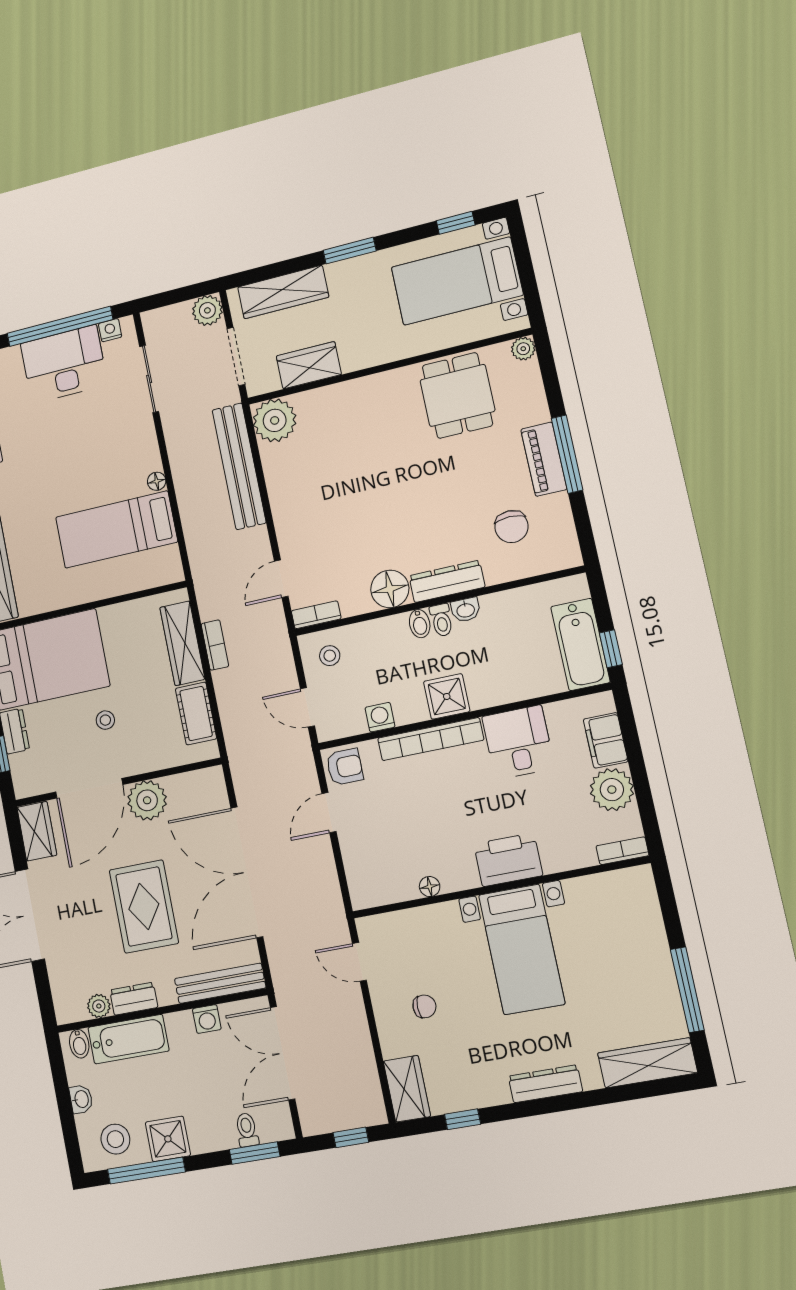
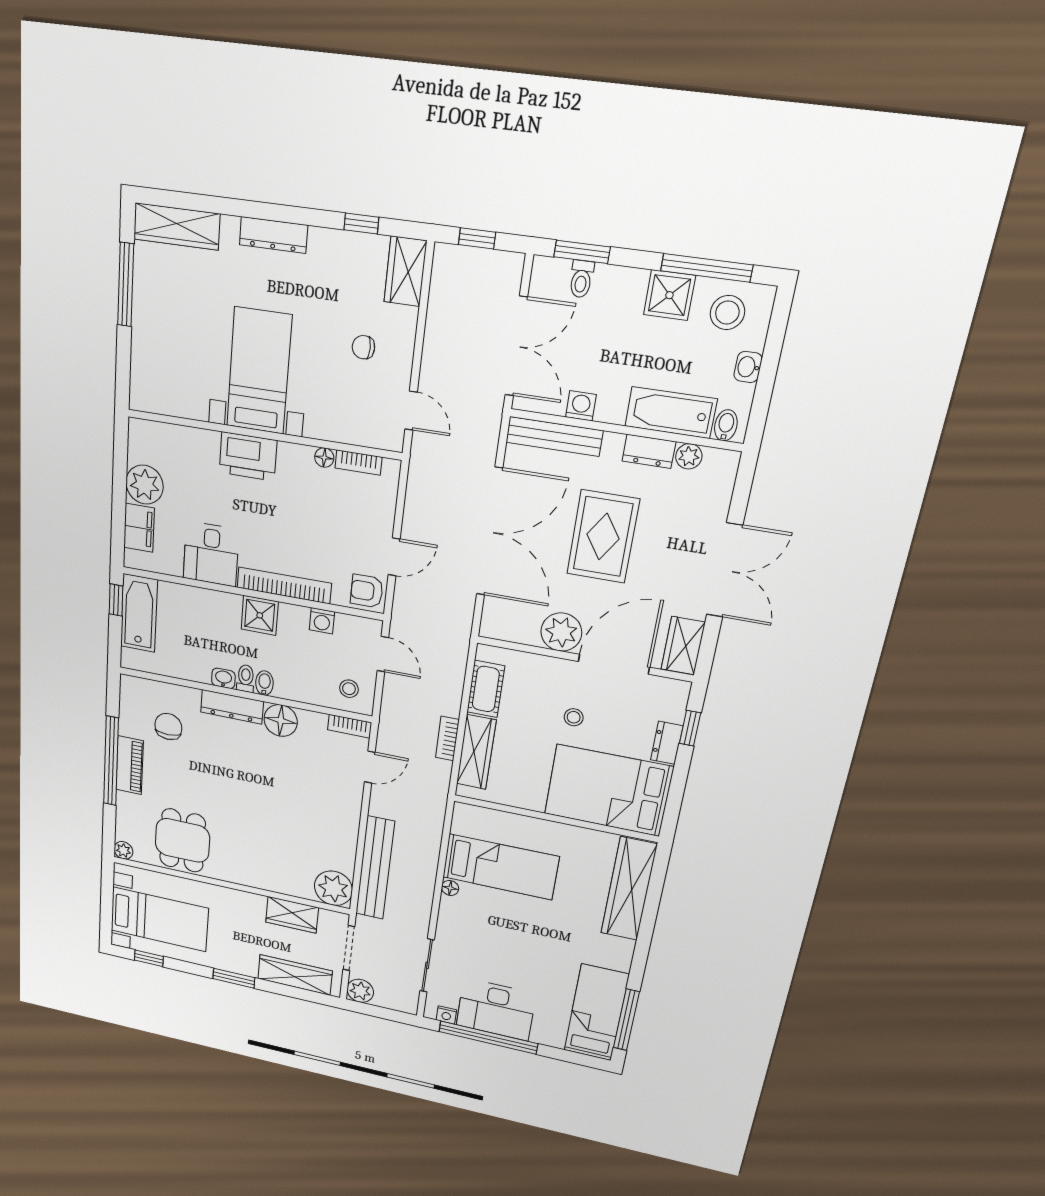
window: (567, 454) -> (111, 761), width x1.46
bookcase: (622, 851) -> (358, 463), moved

